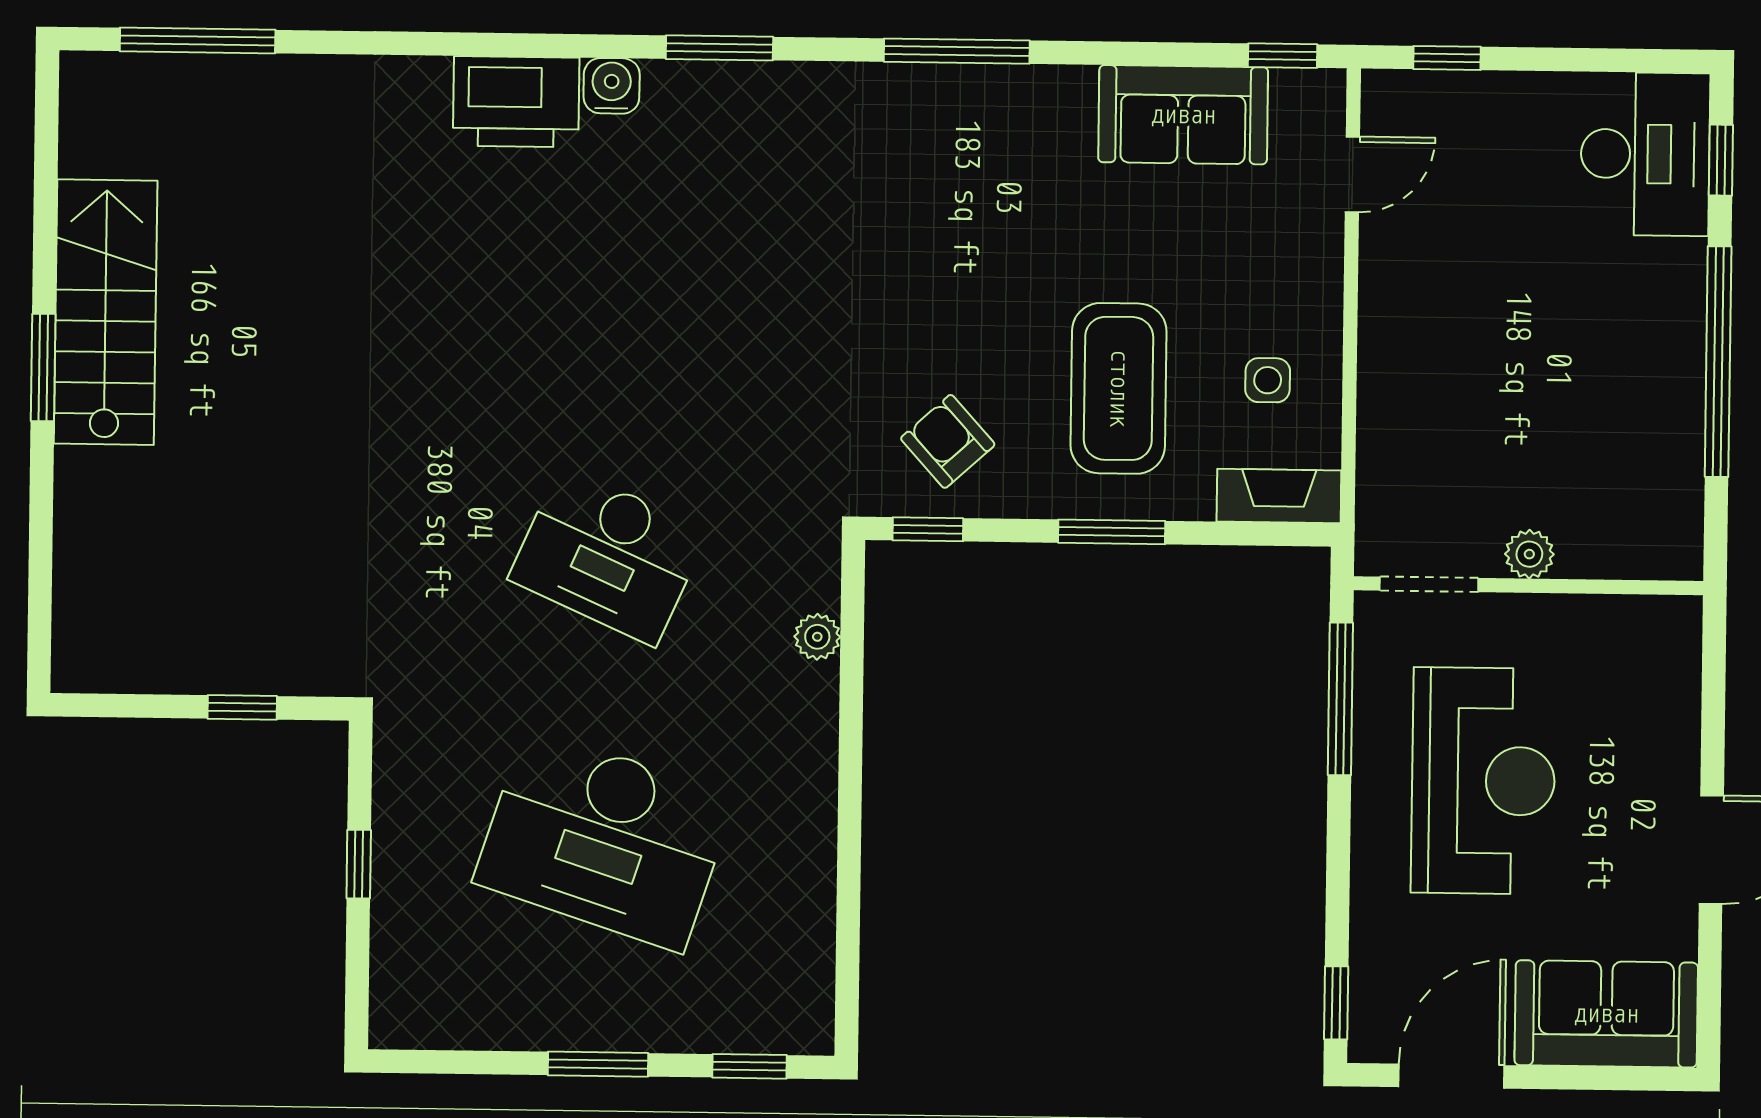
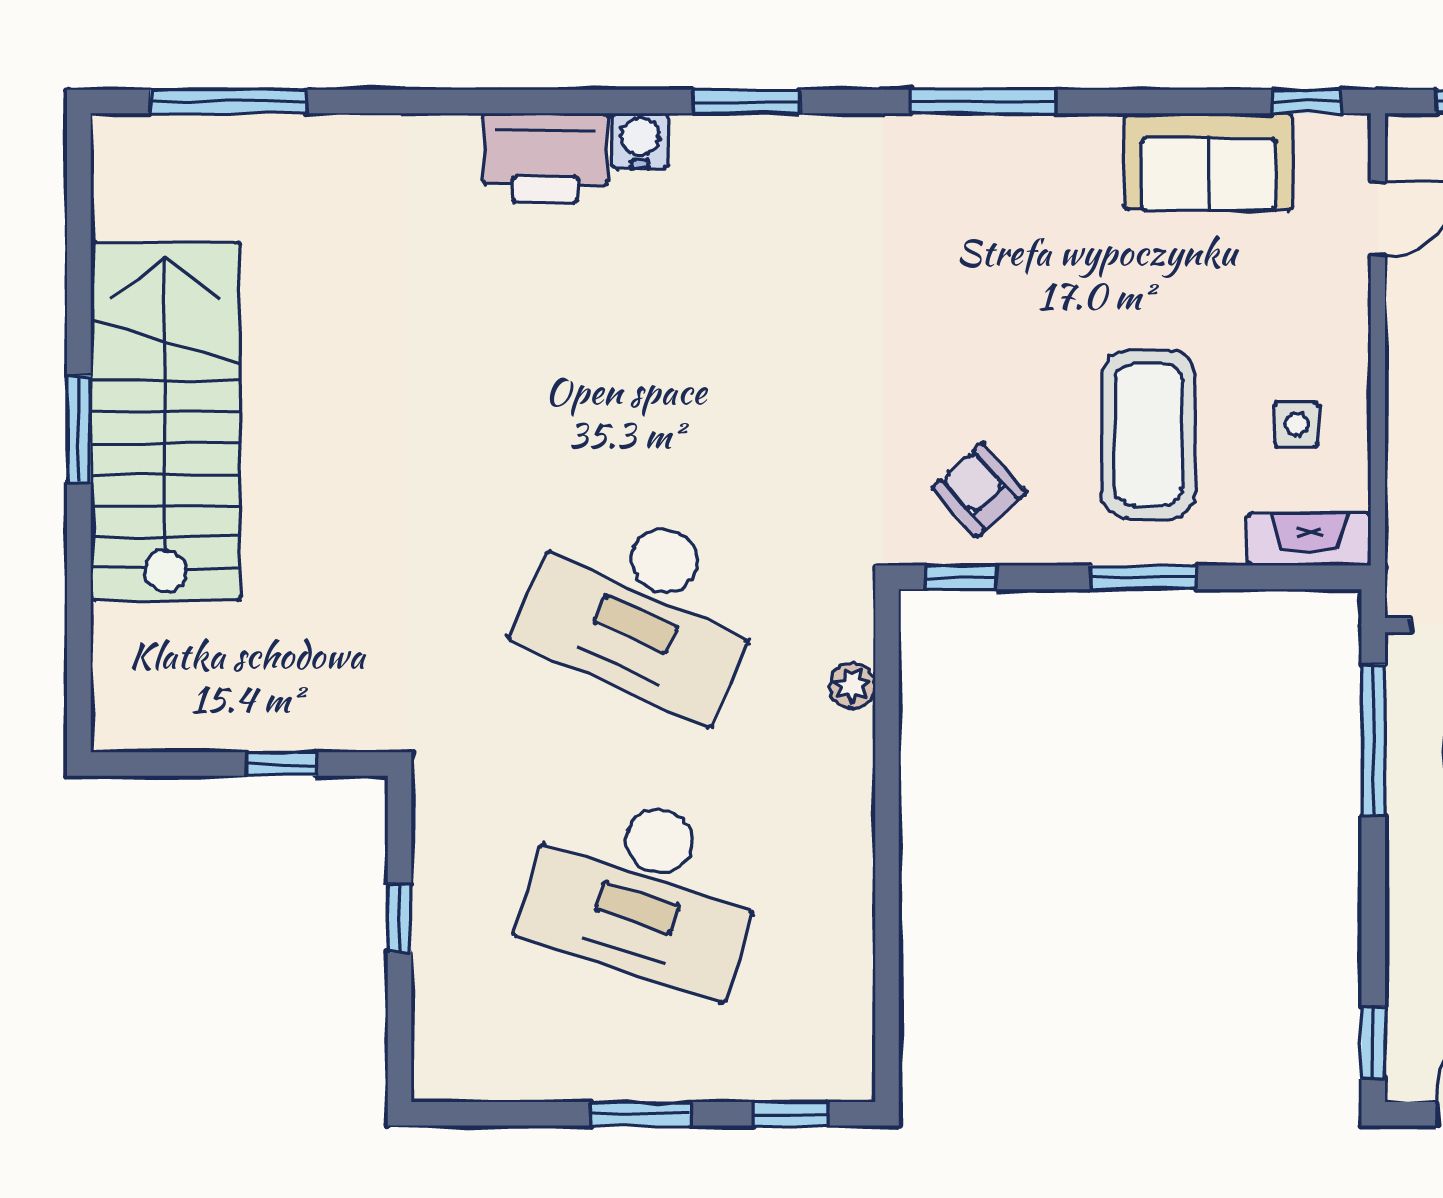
stairs: (106, 312) -> (165, 421), width x1.36, depth x1.51
desk: (608, 555) -> (643, 608), width x1.36, depth x1.30

